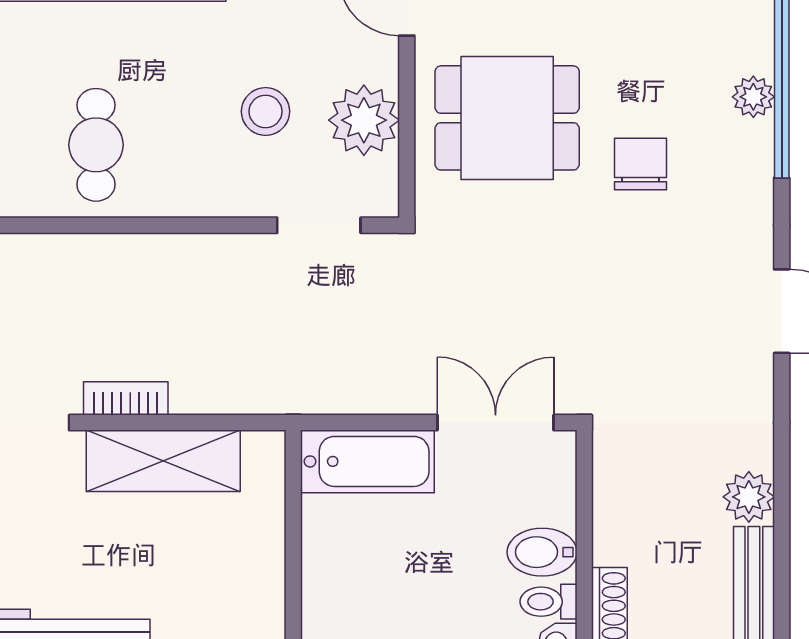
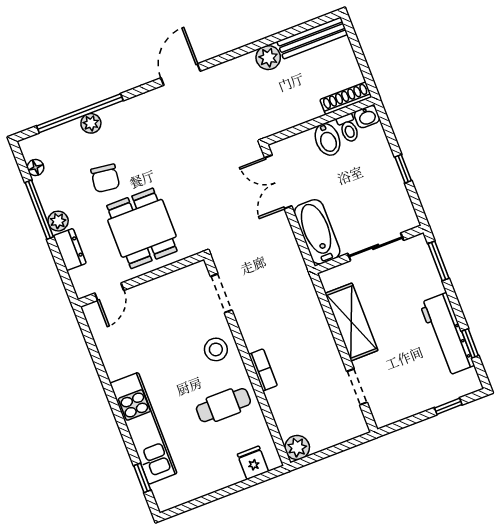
stool: (266, 111) -> (216, 349), moved
plant: (364, 120) -> (167, 291), removed
chair: (640, 164) -> (105, 178), moved, turned -82
bookcase: (126, 398) -> (263, 370), moved, turned 180
sliding door: (293, 566) -> (376, 247), added

